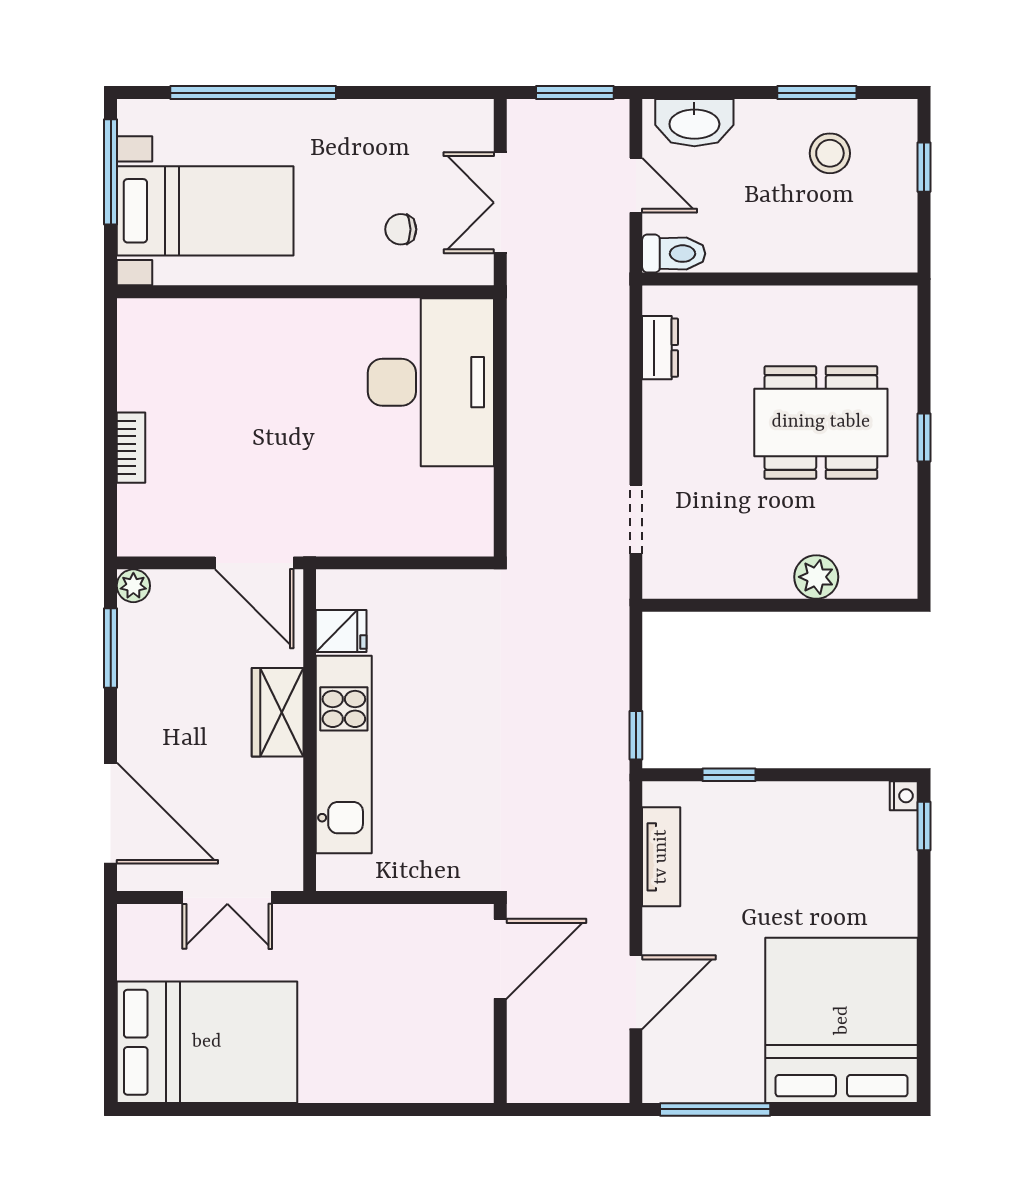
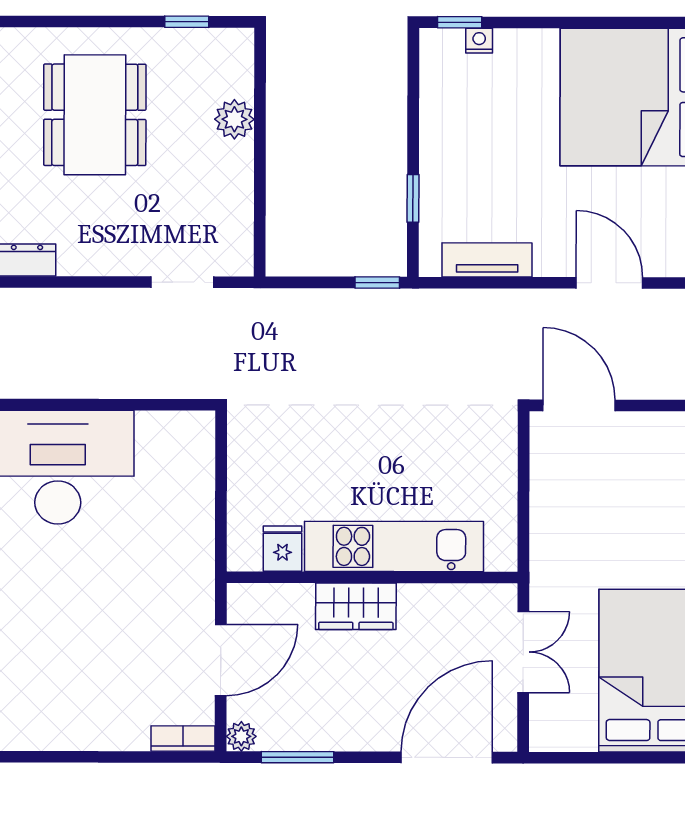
window: (924, 438) -> (187, 22), moved
bookcase: (131, 448) -> (183, 738), moved
door: (254, 563) -> (221, 660), moved
nightstand: (904, 796) -> (479, 41), moved

